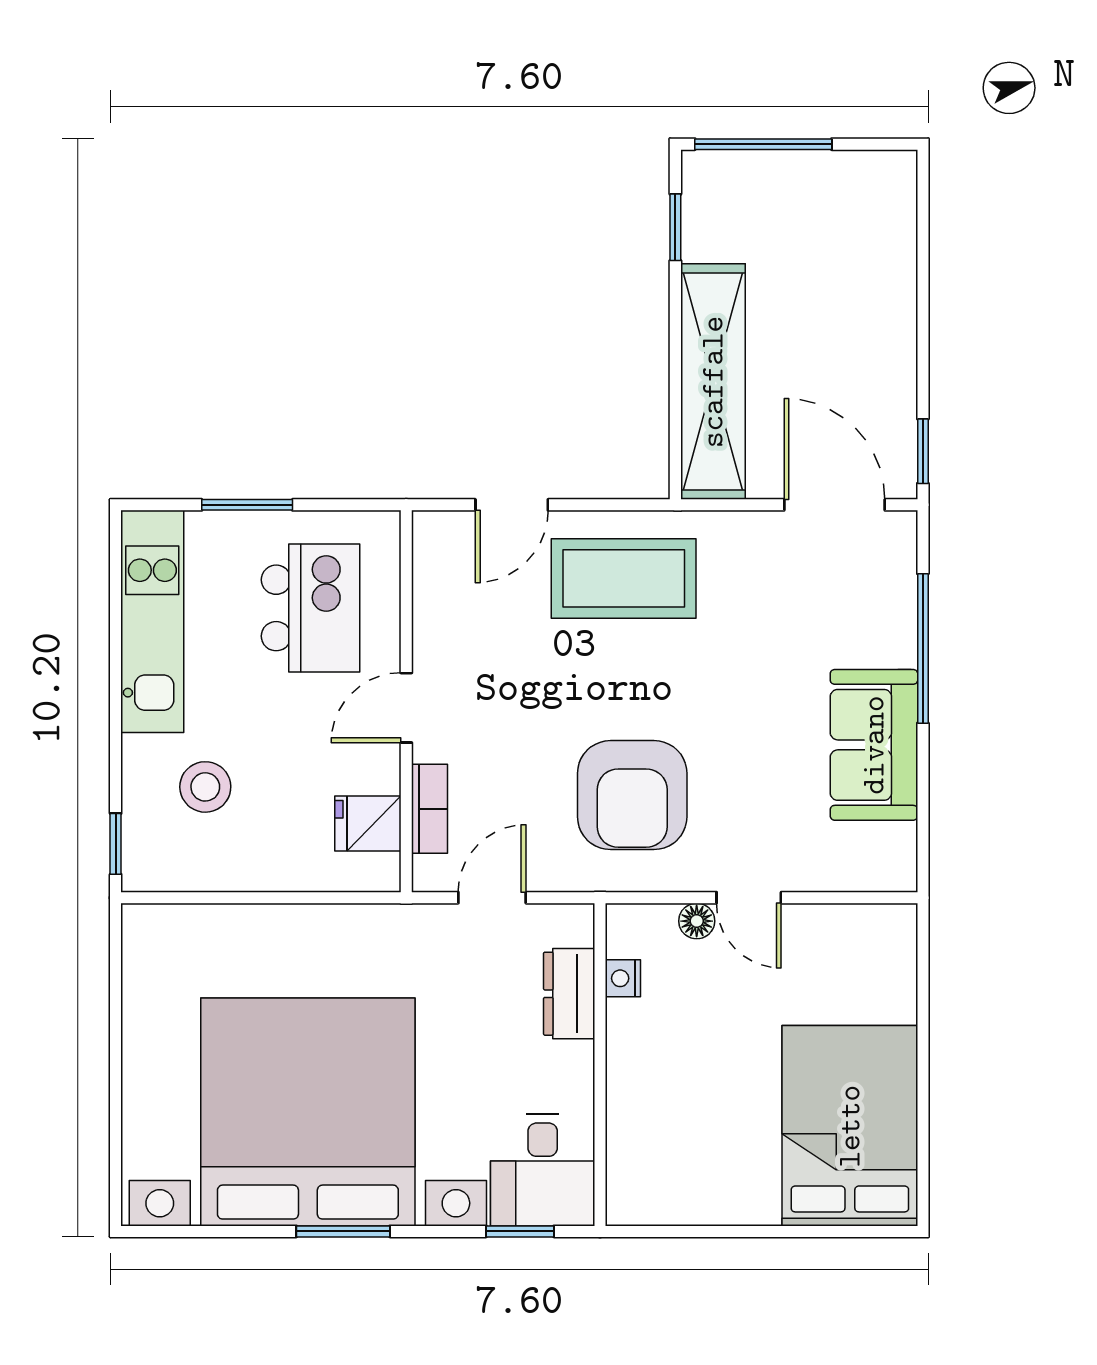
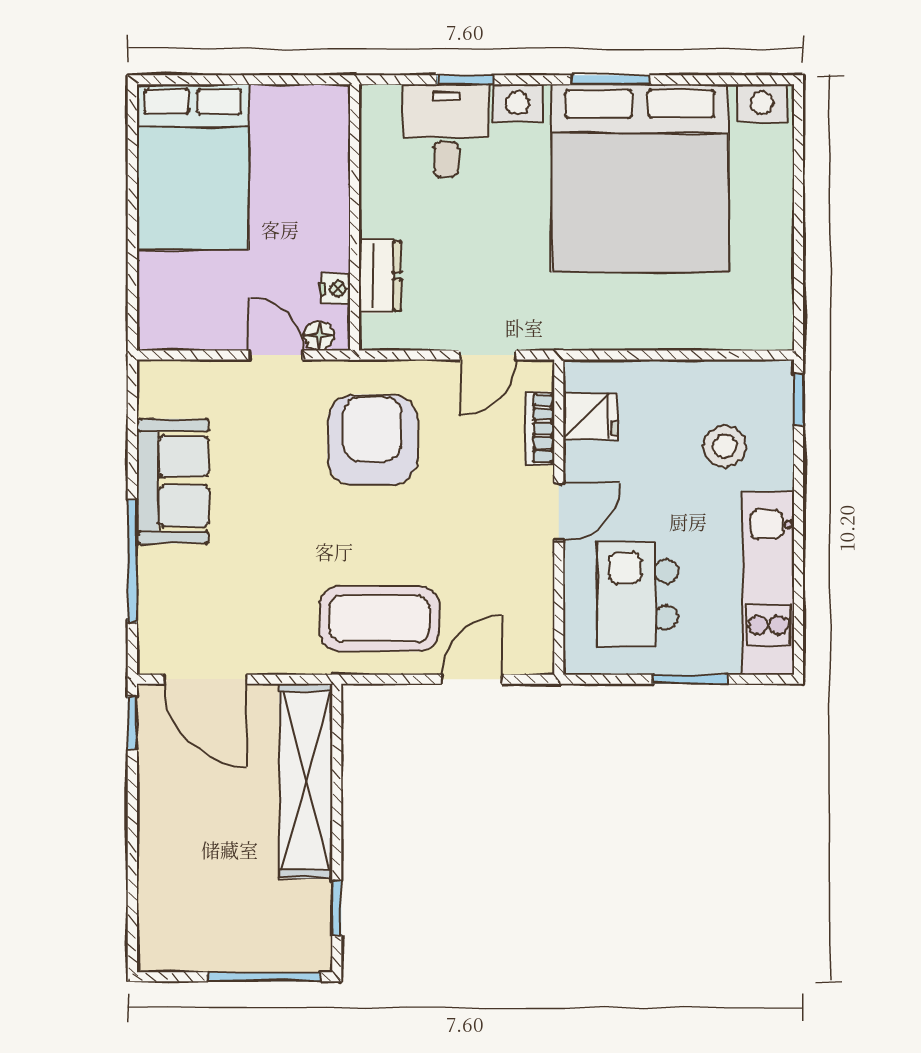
nightstand: (623, 978) -> (336, 289), moved
dresser: (569, 994) -> (380, 276), moved
wall: (600, 1065) -> (354, 217), moved

